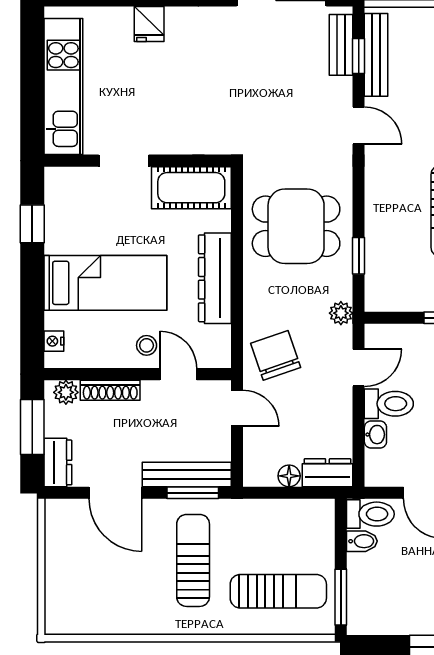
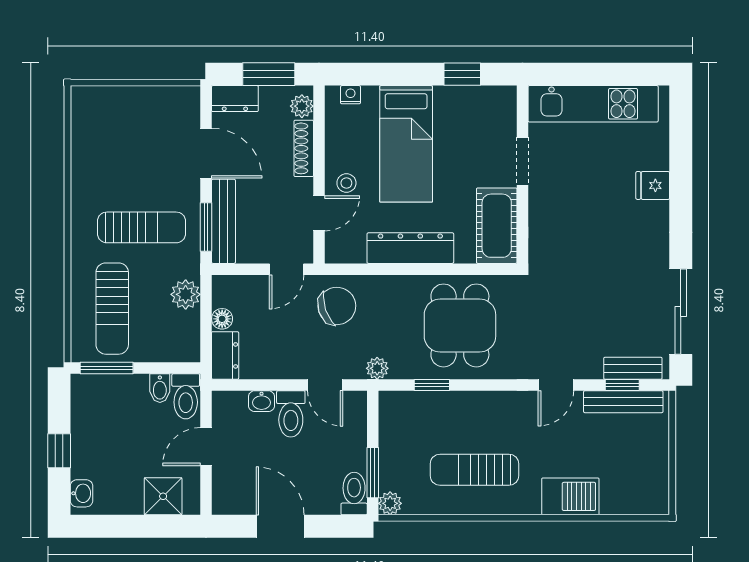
door: (115, 493) -> (206, 153), swing flipped
plant: (264, 514) -> (186, 294), added

